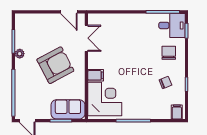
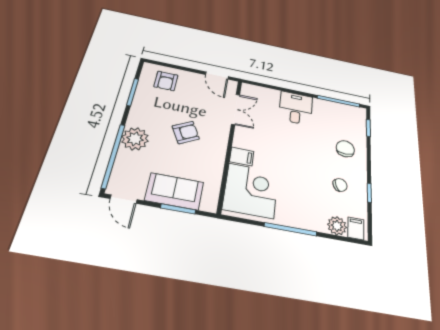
desk: (172, 25) -> (296, 108), moved, turned -90
armchair: (34, 26) -> (166, 81), added
plant: (20, 54) -> (135, 139), moved, width x1.88, depth x1.88
armchair: (55, 65) -> (186, 132), width x0.53, depth x0.53
sofa: (68, 109) -> (174, 191), moved
plant: (164, 113) -> (337, 226), added

